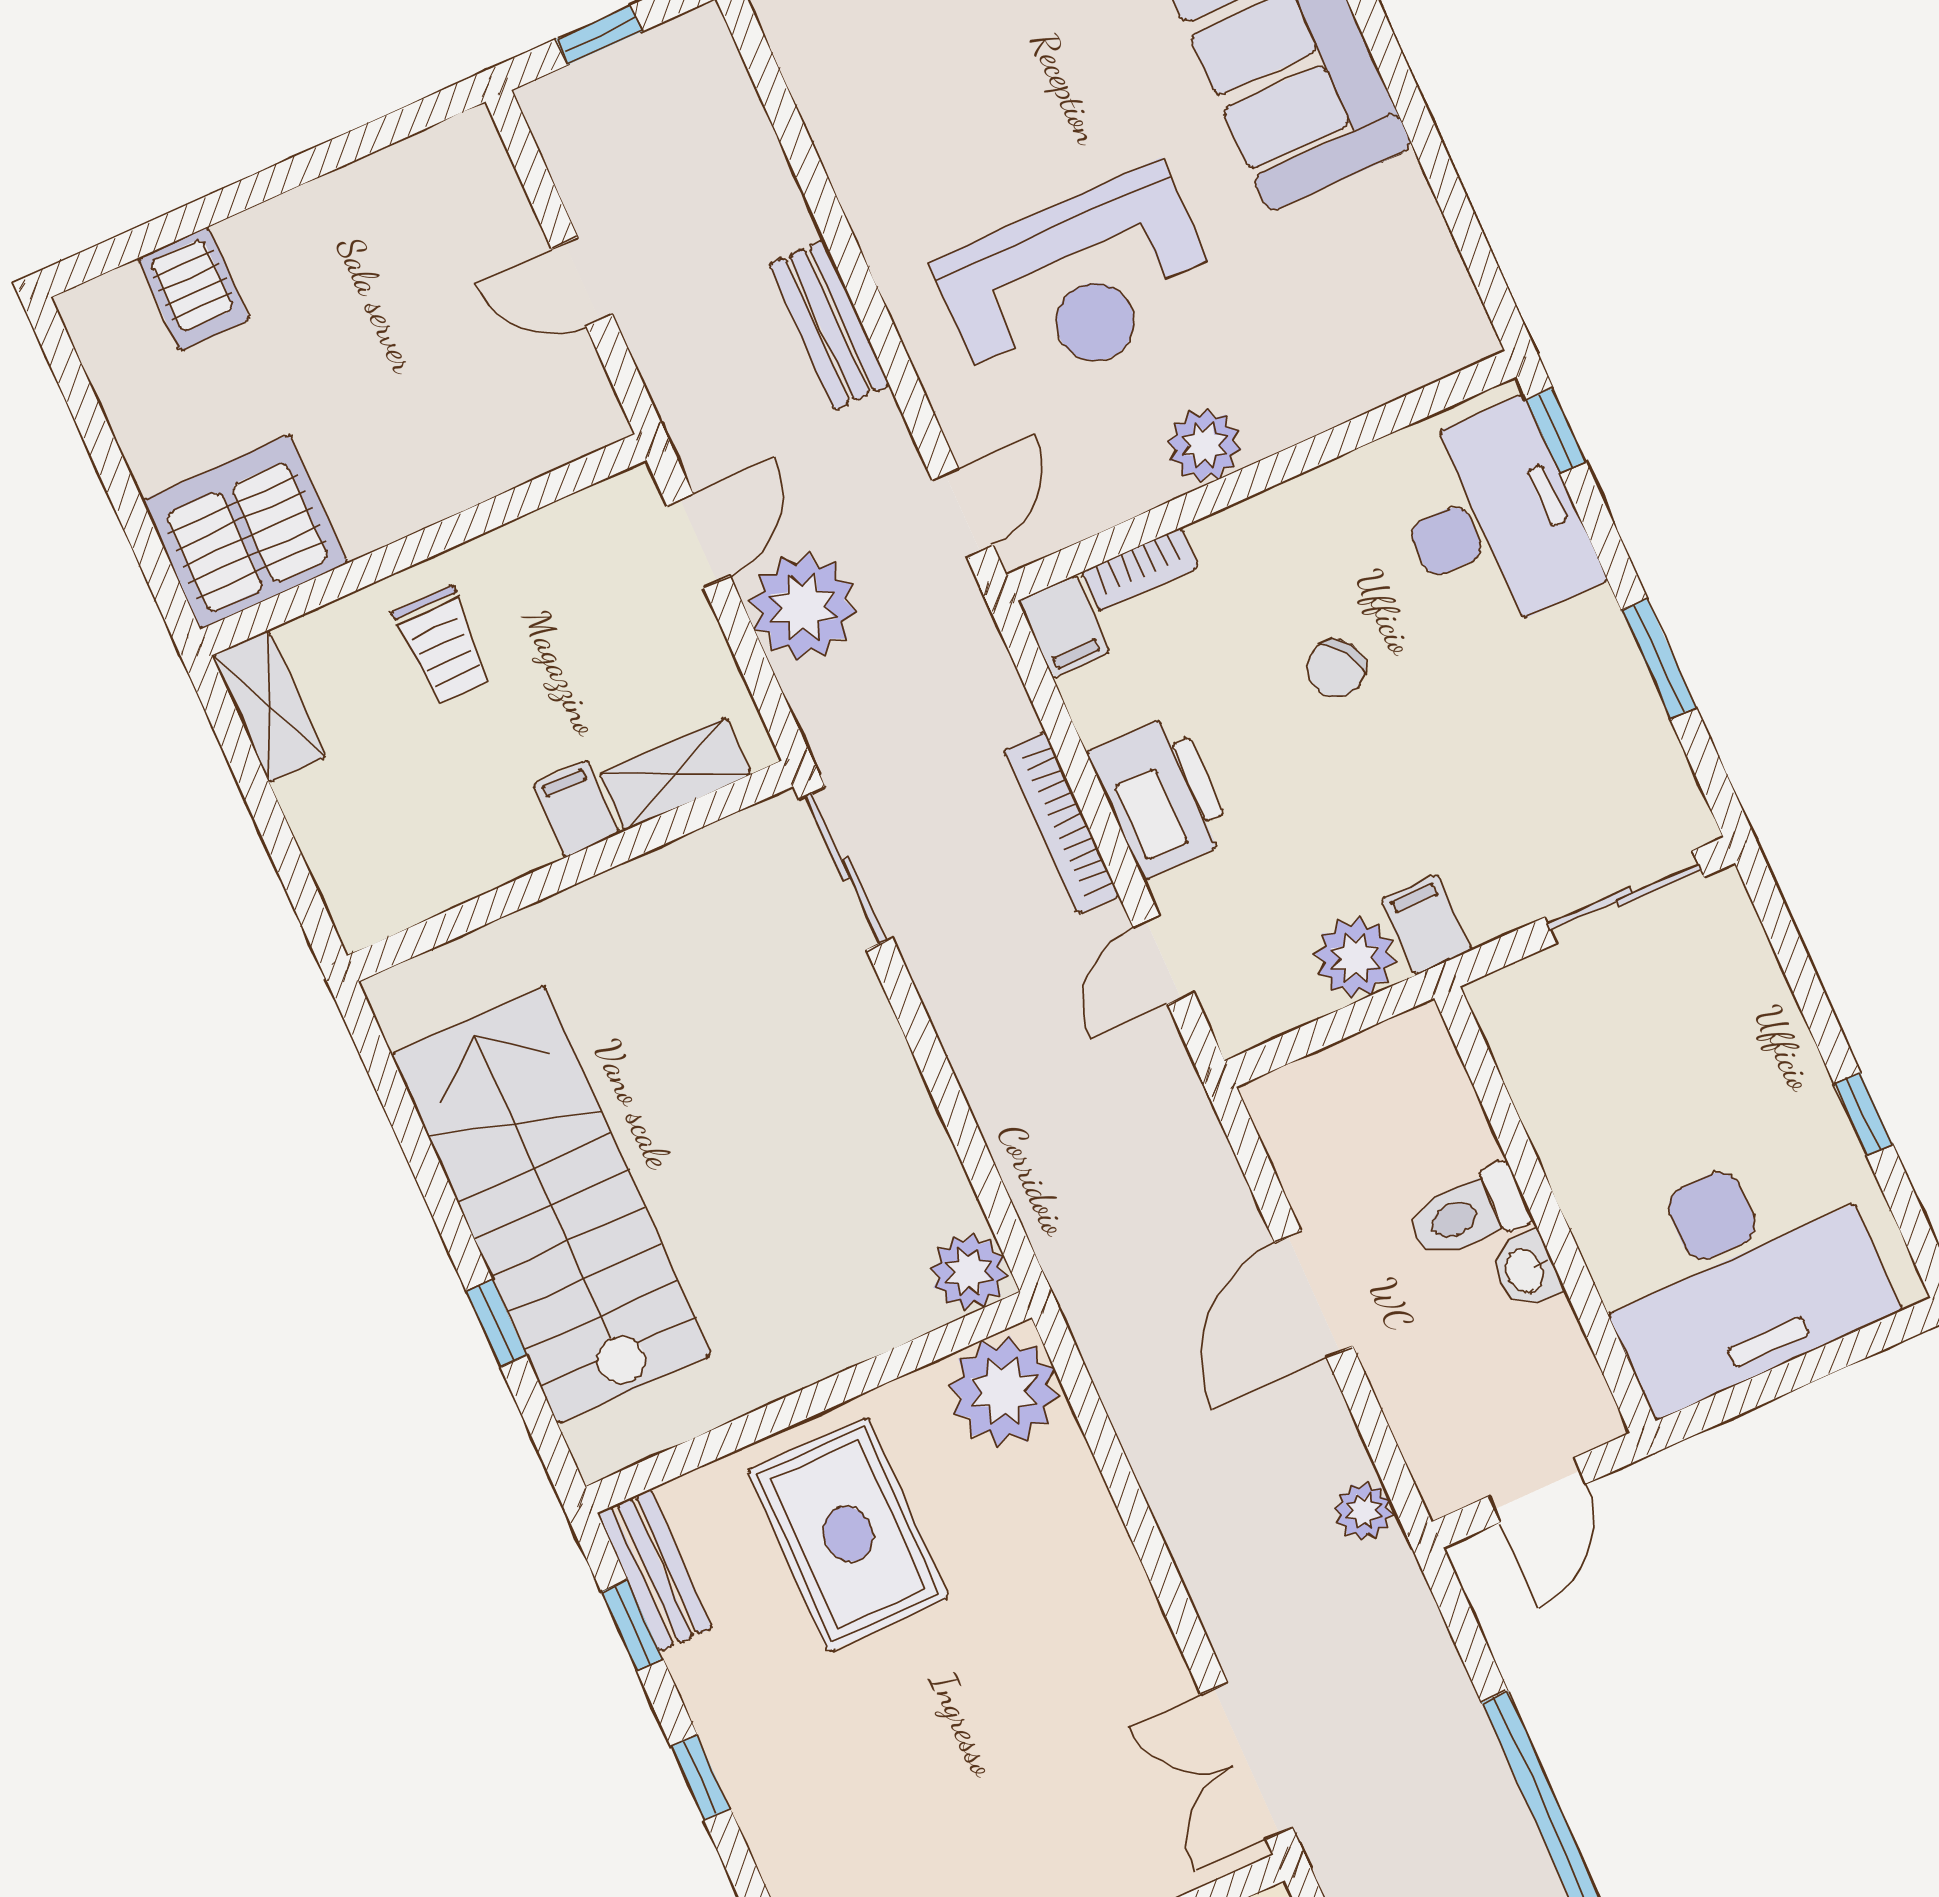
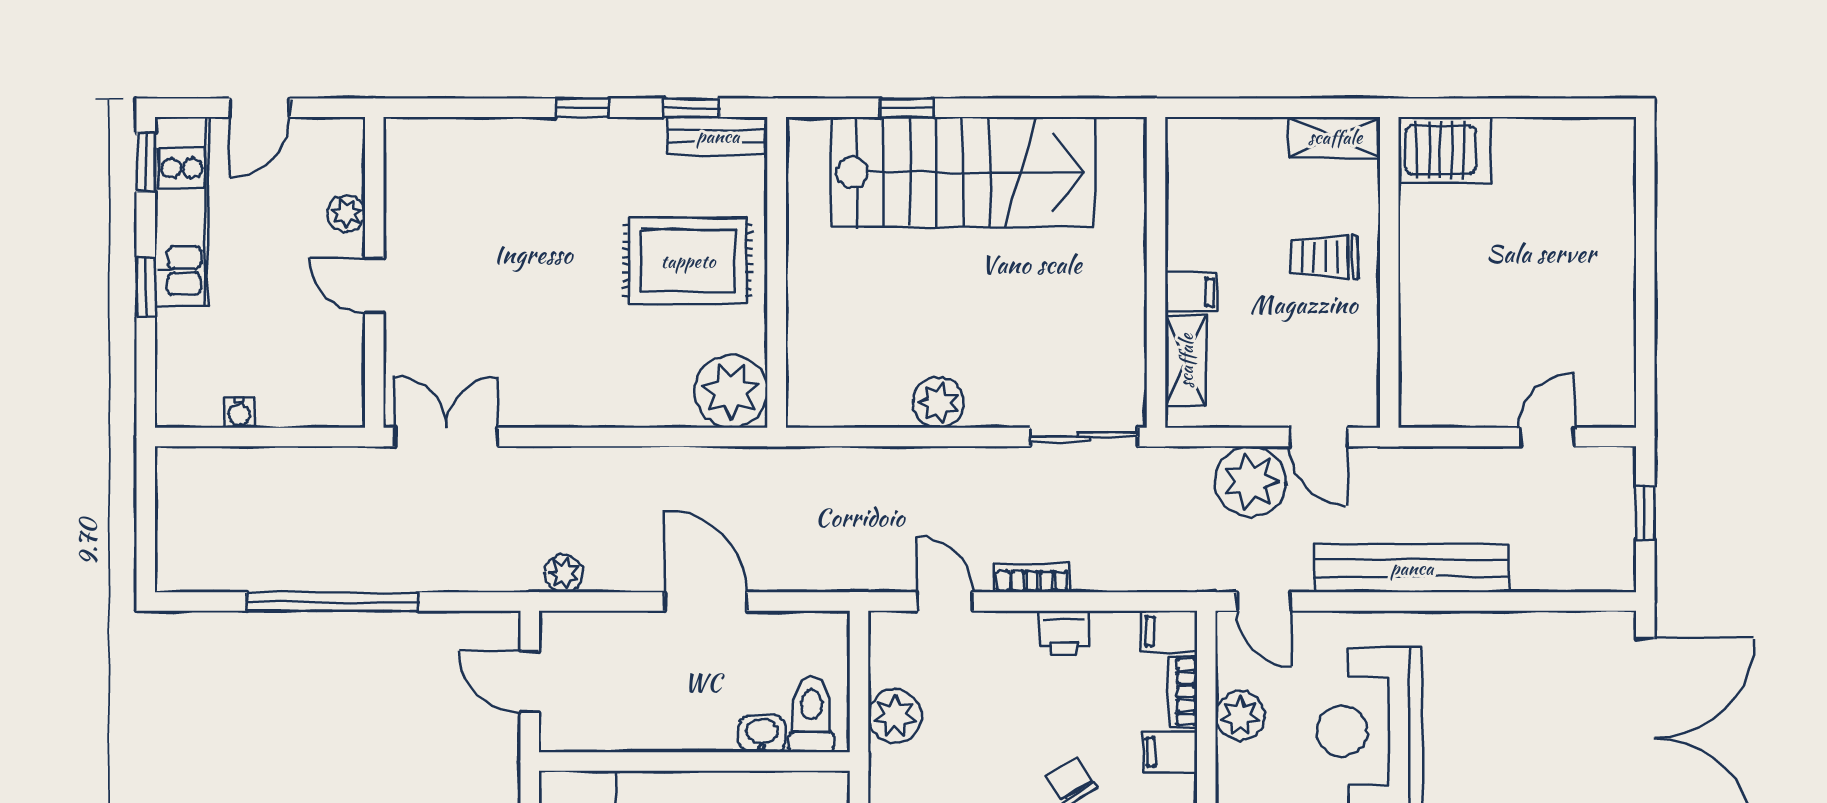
door: (582, 282) -> (1547, 437), moved
server rack: (194, 289) -> (1603, 204), removed
bench: (829, 325) -> (1412, 568), width x1.86, depth x1.21
plant: (1204, 445) -> (1240, 715), moved
server rack: (245, 532) -> (1445, 150), width x0.62
printer: (1161, 796) -> (1064, 633), width x0.53, depth x0.68
bookcase: (1061, 823) -> (1032, 577), width x0.64
filing cabinet: (1426, 925) -> (1170, 752), moved, turned 180
toilet: (1468, 1213) -> (811, 715), moved
washbasin: (1526, 1270) -> (762, 734), moved
plant: (969, 1272) -> (938, 402), moved

